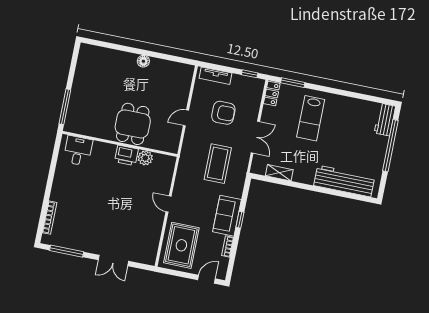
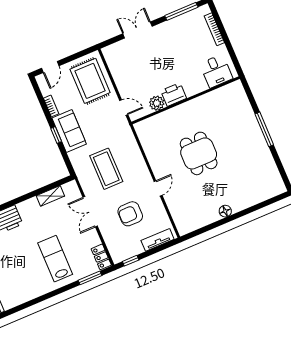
wall: (120, 144) -> (186, 100), moved
desk: (78, 151) -> (216, 71), moved
printer: (126, 155) -> (174, 95), moved
plant: (145, 158) -> (157, 103), moved

